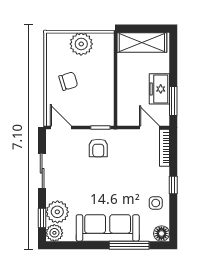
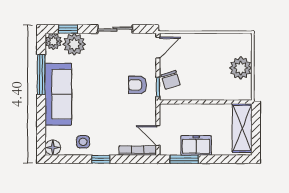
chair: (68, 81) -> (171, 80), moved
door: (149, 127) -> (158, 136), swing flipped
window: (129, 245) -> (41, 74), moved

